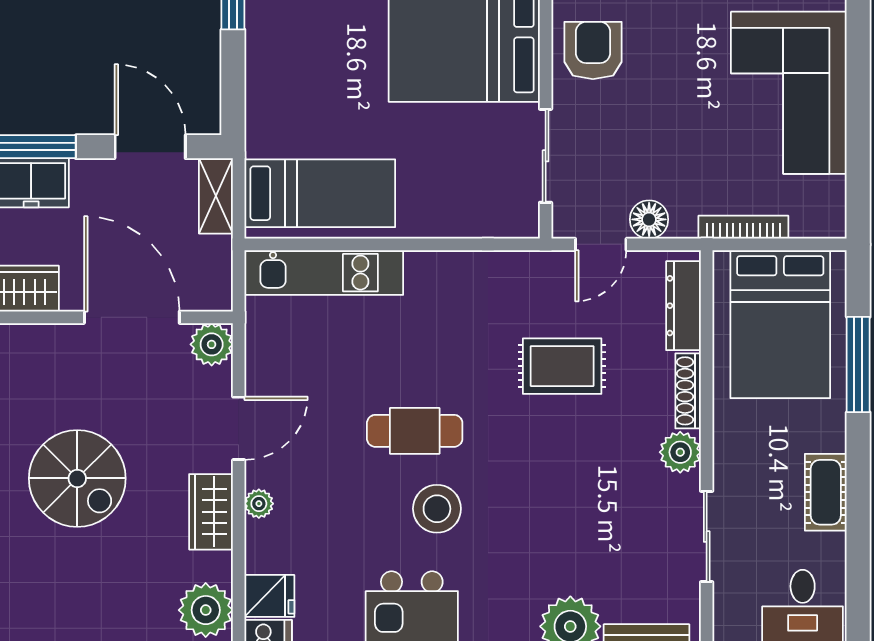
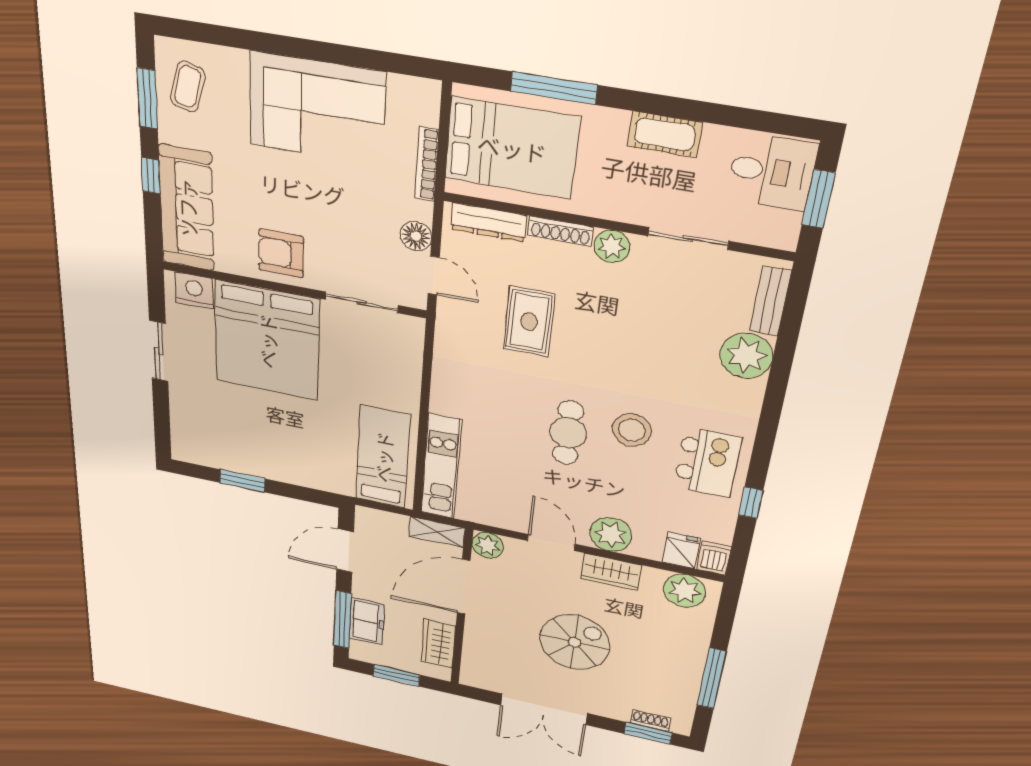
shelving: (216, 196) -> (437, 532), moved
plant: (259, 504) -> (611, 535), width x1.88, depth x1.88

